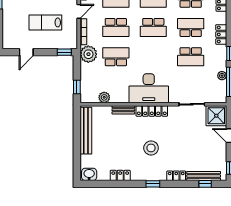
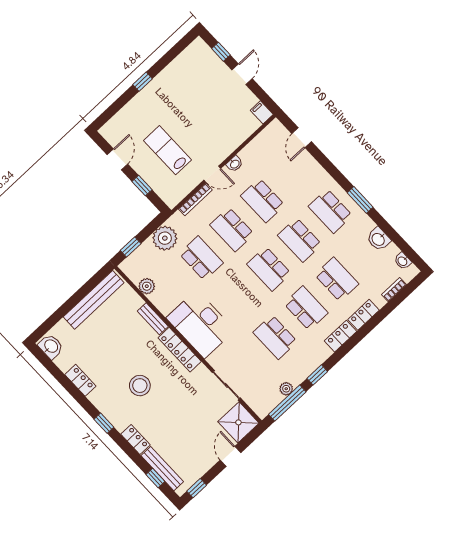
locker: (221, 34) -> (341, 336), moved
door: (26, 52) -> (117, 159), swing flipped
window: (64, 52) -> (142, 186), moved
plant: (88, 54) -> (165, 238), moved

